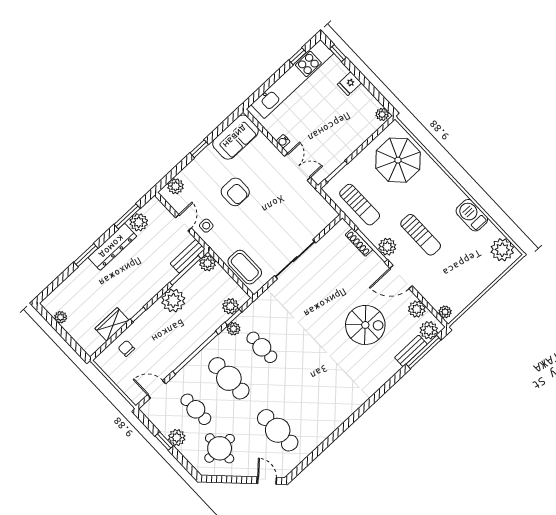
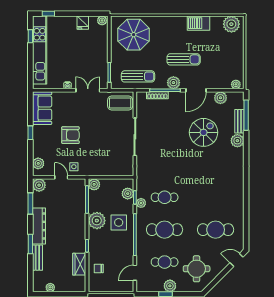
fridge: (349, 84) -> (83, 23), moved
plant: (139, 222) -> (39, 185), moved
bench: (188, 256) -> (37, 258), moved
coffee table: (245, 267) -> (120, 103), moved
side table: (192, 325) -> (119, 222), added
plant: (429, 330) -> (237, 141), moved

